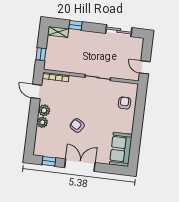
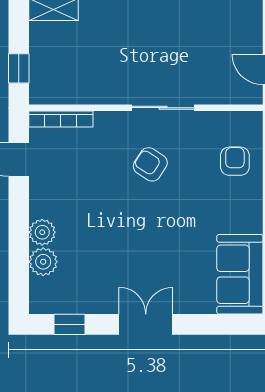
plant: (44, 110) -> (43, 262), moved
armchair: (77, 125) -> (150, 164), moved
double door: (80, 165) -> (146, 324), width x0.73

